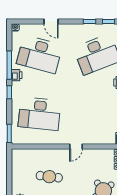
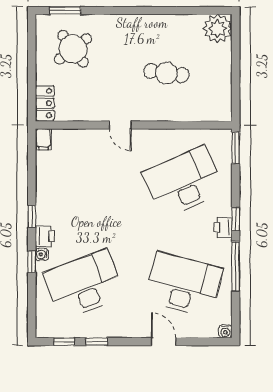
printer: (17, 75) -> (223, 227), moved
desk: (40, 114) -> (183, 182), turned -30
door: (76, 147) -> (120, 125), swing flipped

